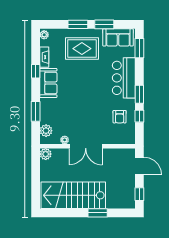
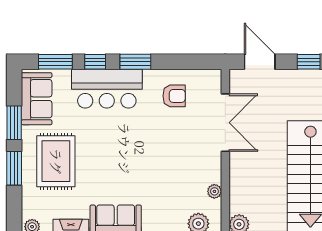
window: (139, 116) -> (95, 62), moved
double door: (86, 146) -> (225, 123), moved
door: (139, 166) -> (260, 62), hinge flipped

